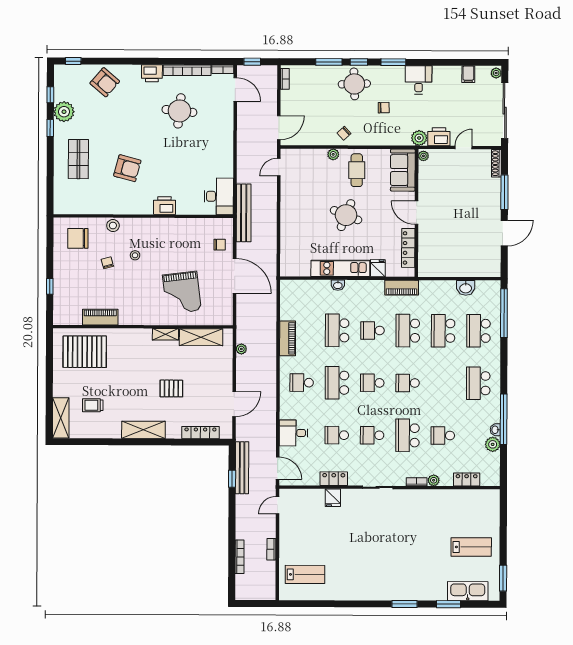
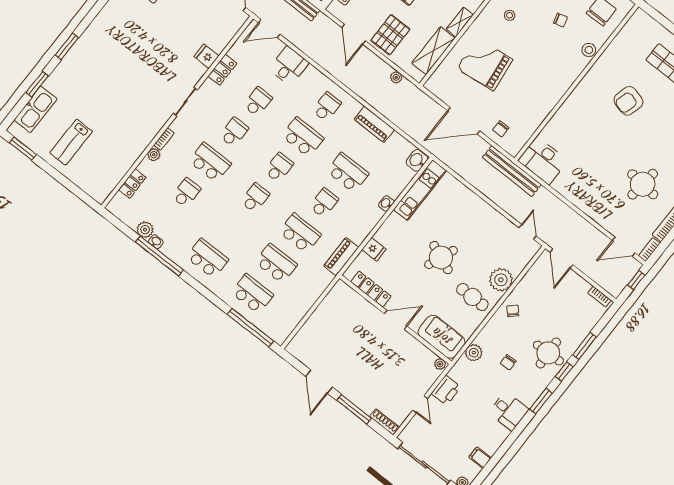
plant: (419, 138) -> (474, 353), moved
plant: (333, 154) -> (501, 280), width x1.88, depth x1.88
printer: (164, 206) -> (571, 108), removed
stool: (135, 255) -> (510, 15), moved
kitchen unit: (340, 268) -> (420, 190), moved
washbasin: (466, 288) -> (417, 160), moved
pallet: (214, 377) -> (390, 35), added

